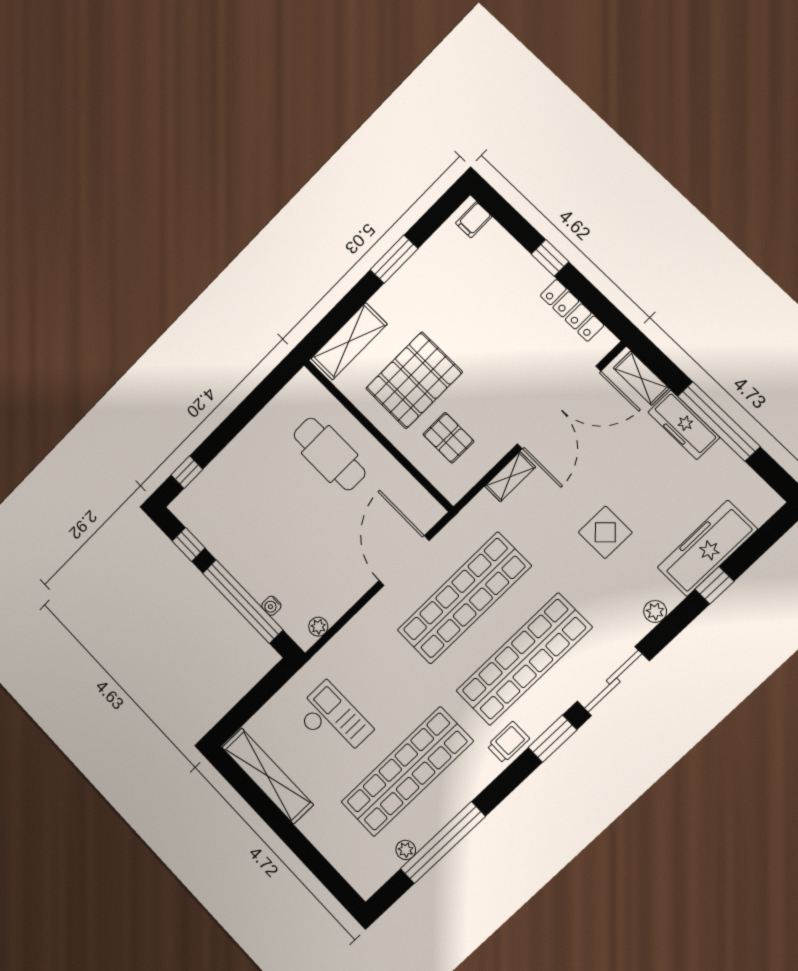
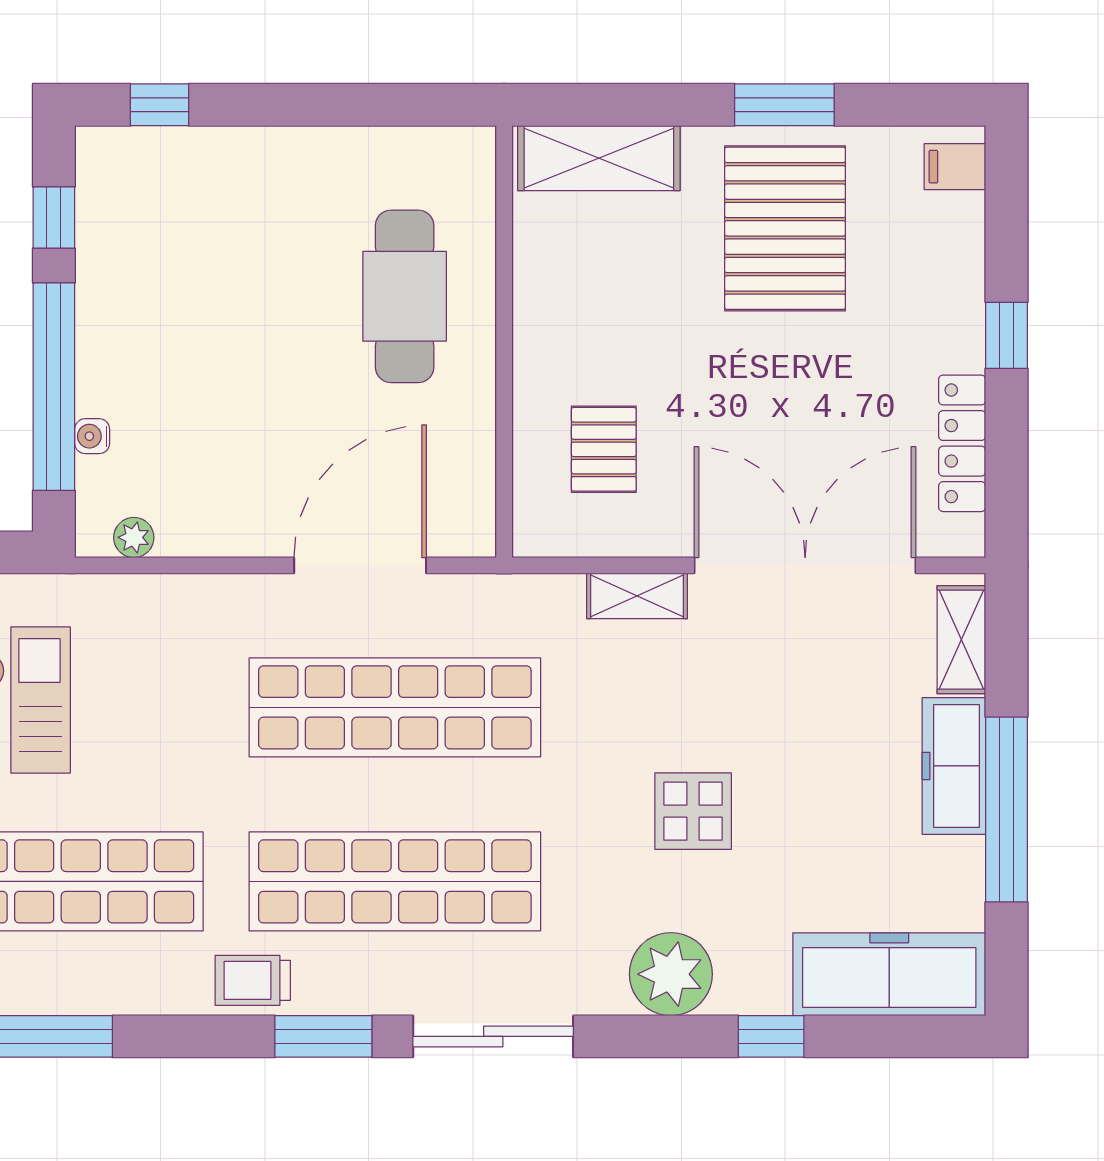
pallet: (414, 380) -> (785, 228), moved, turned 90
double door: (559, 408) -> (805, 565), swing flipped
freezer: (707, 548) -> (889, 974), moved
plant: (655, 611) -> (671, 974), width x1.87, depth x1.87
trolley: (508, 742) -> (253, 980), turned 180

